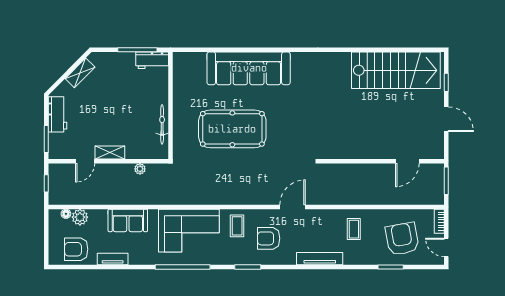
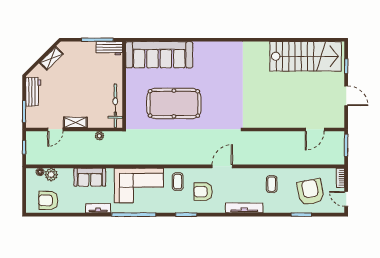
sofa: (249, 68) -> (159, 55), moved
bicycle: (162, 124) -> (115, 106), width x1.37, depth x1.40
tv unit: (113, 259) -> (98, 208), moved

